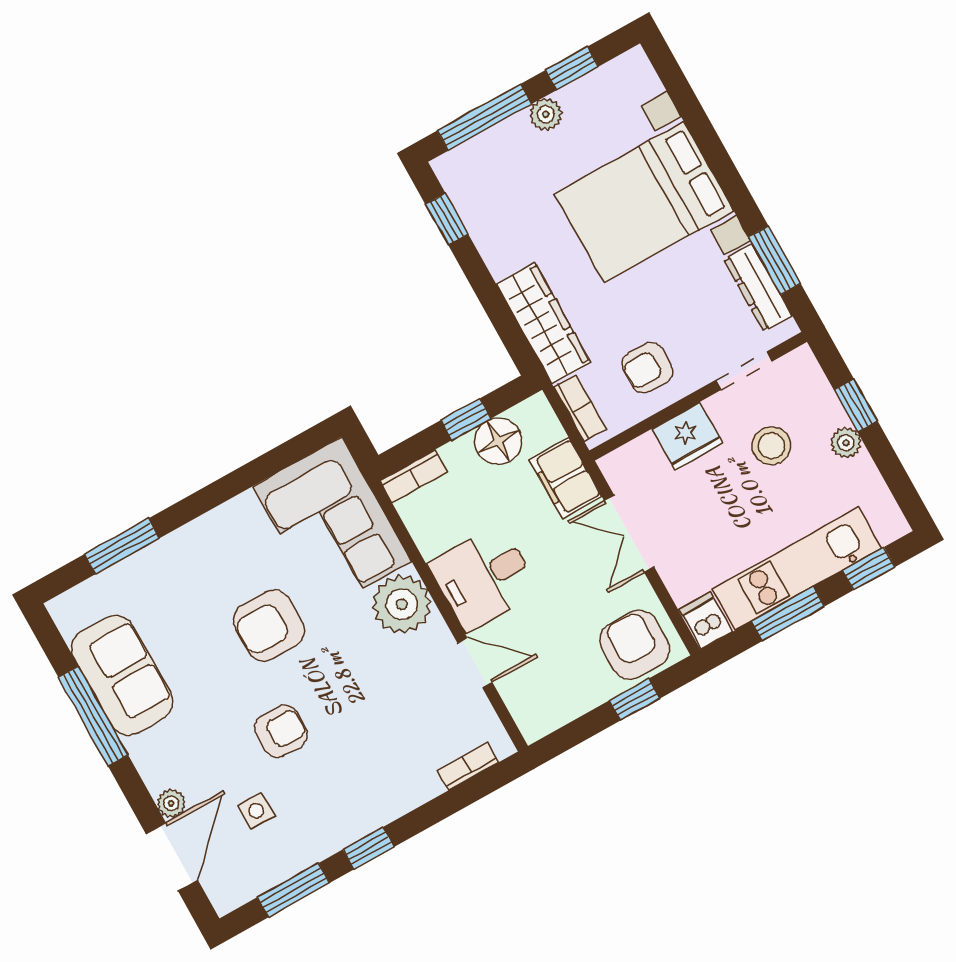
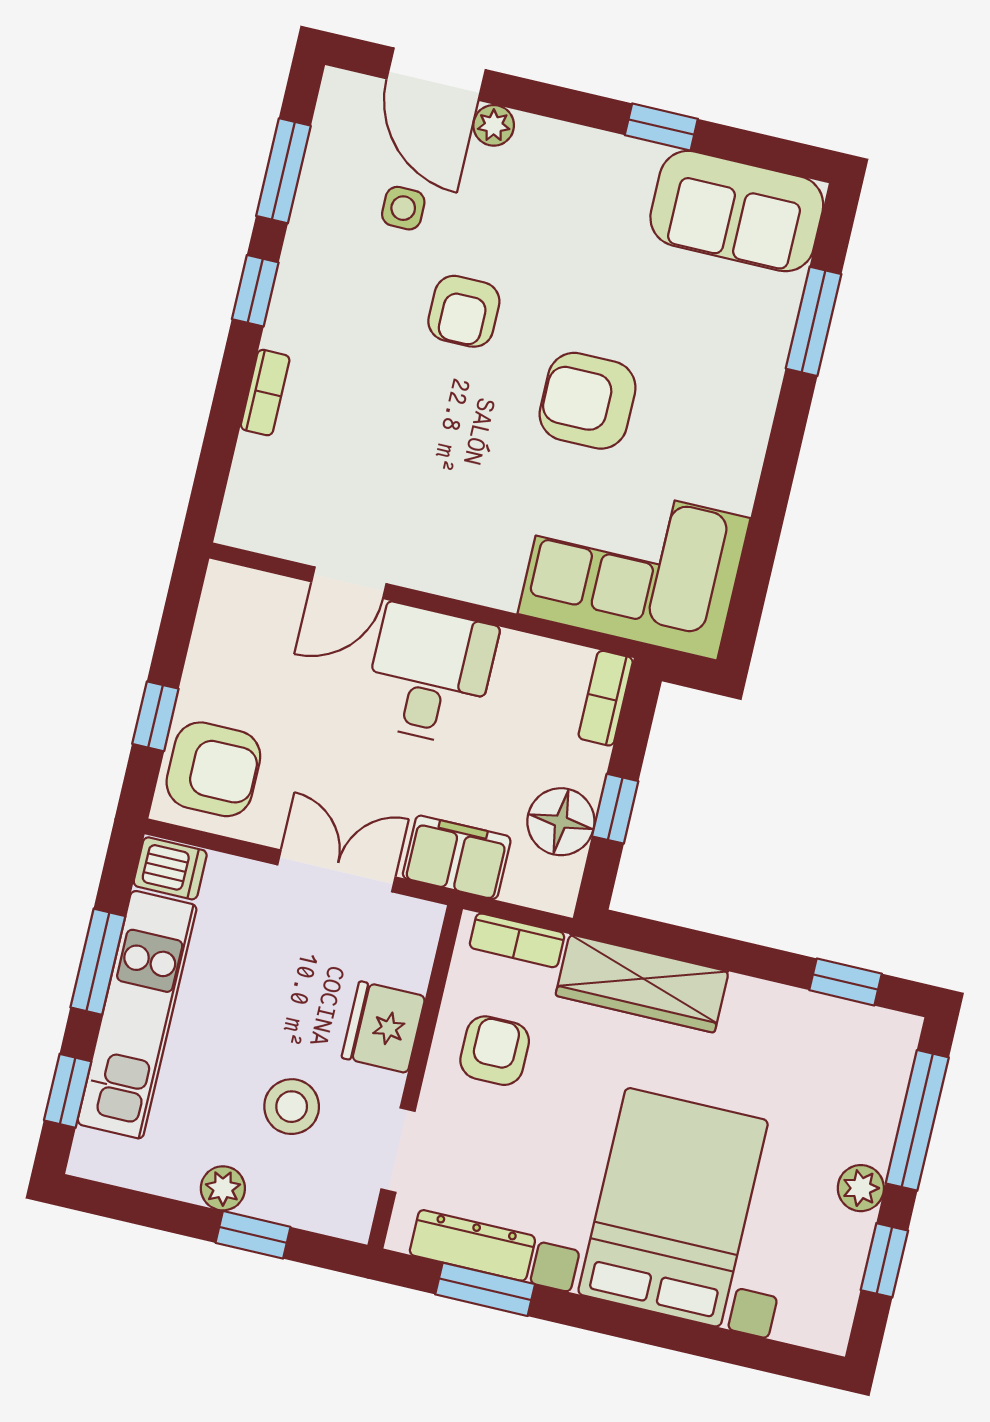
plant: (402, 604) -> (481, 562), removed
armchair: (269, 625) -> (588, 401), turned -90
sofa: (122, 675) -> (737, 211), moved
window: (93, 716) -> (661, 127), width x0.46
bookcase: (468, 766) -> (265, 393), moved

